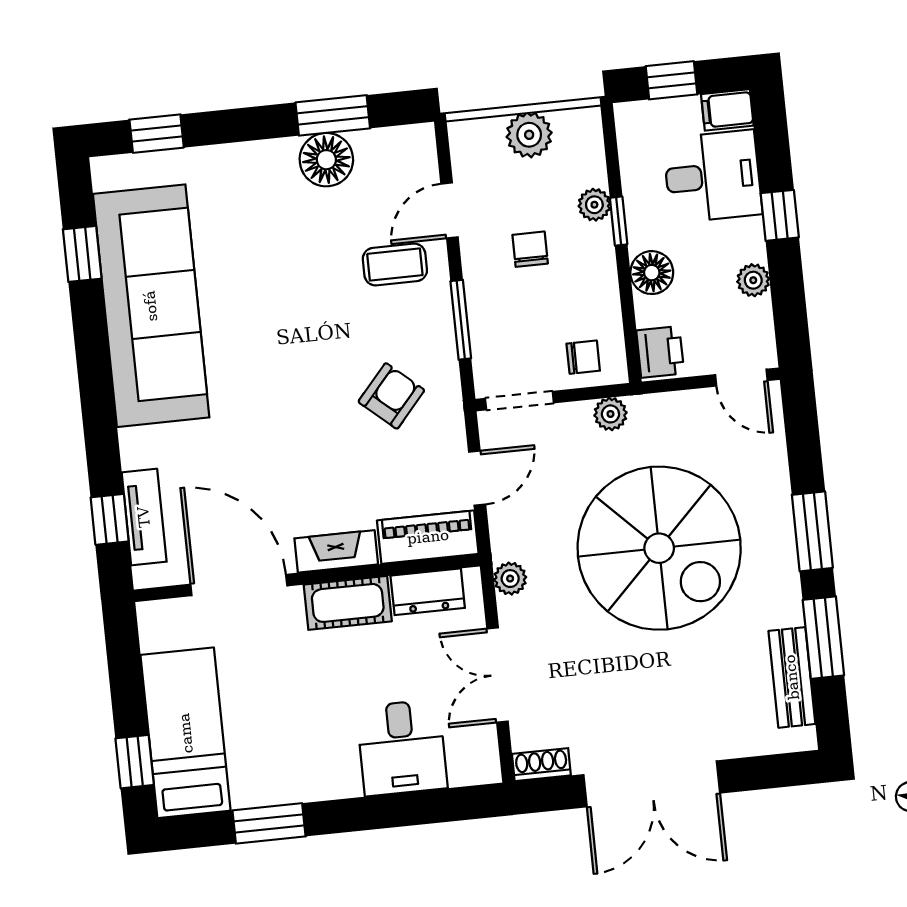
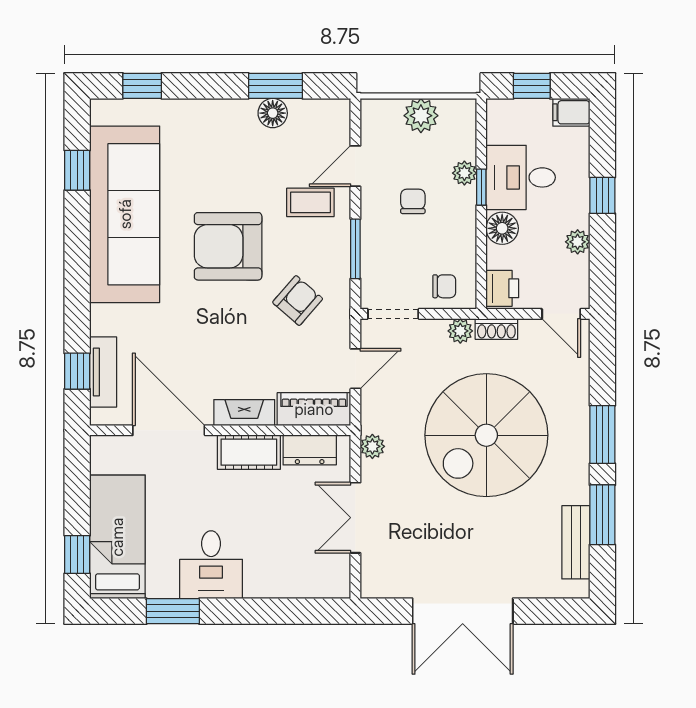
floor lamp: (326, 160) -> (273, 113), width x0.73, depth x0.73
desk: (713, 176) -> (521, 177), moved, turned 180
armchair: (292, 334) -> (228, 246), added
spiral stairs: (659, 548) -> (486, 435), turned 90
desk: (402, 748) -> (211, 565), moved
shoe rack: (541, 765) -> (496, 329), moved, turned 180

